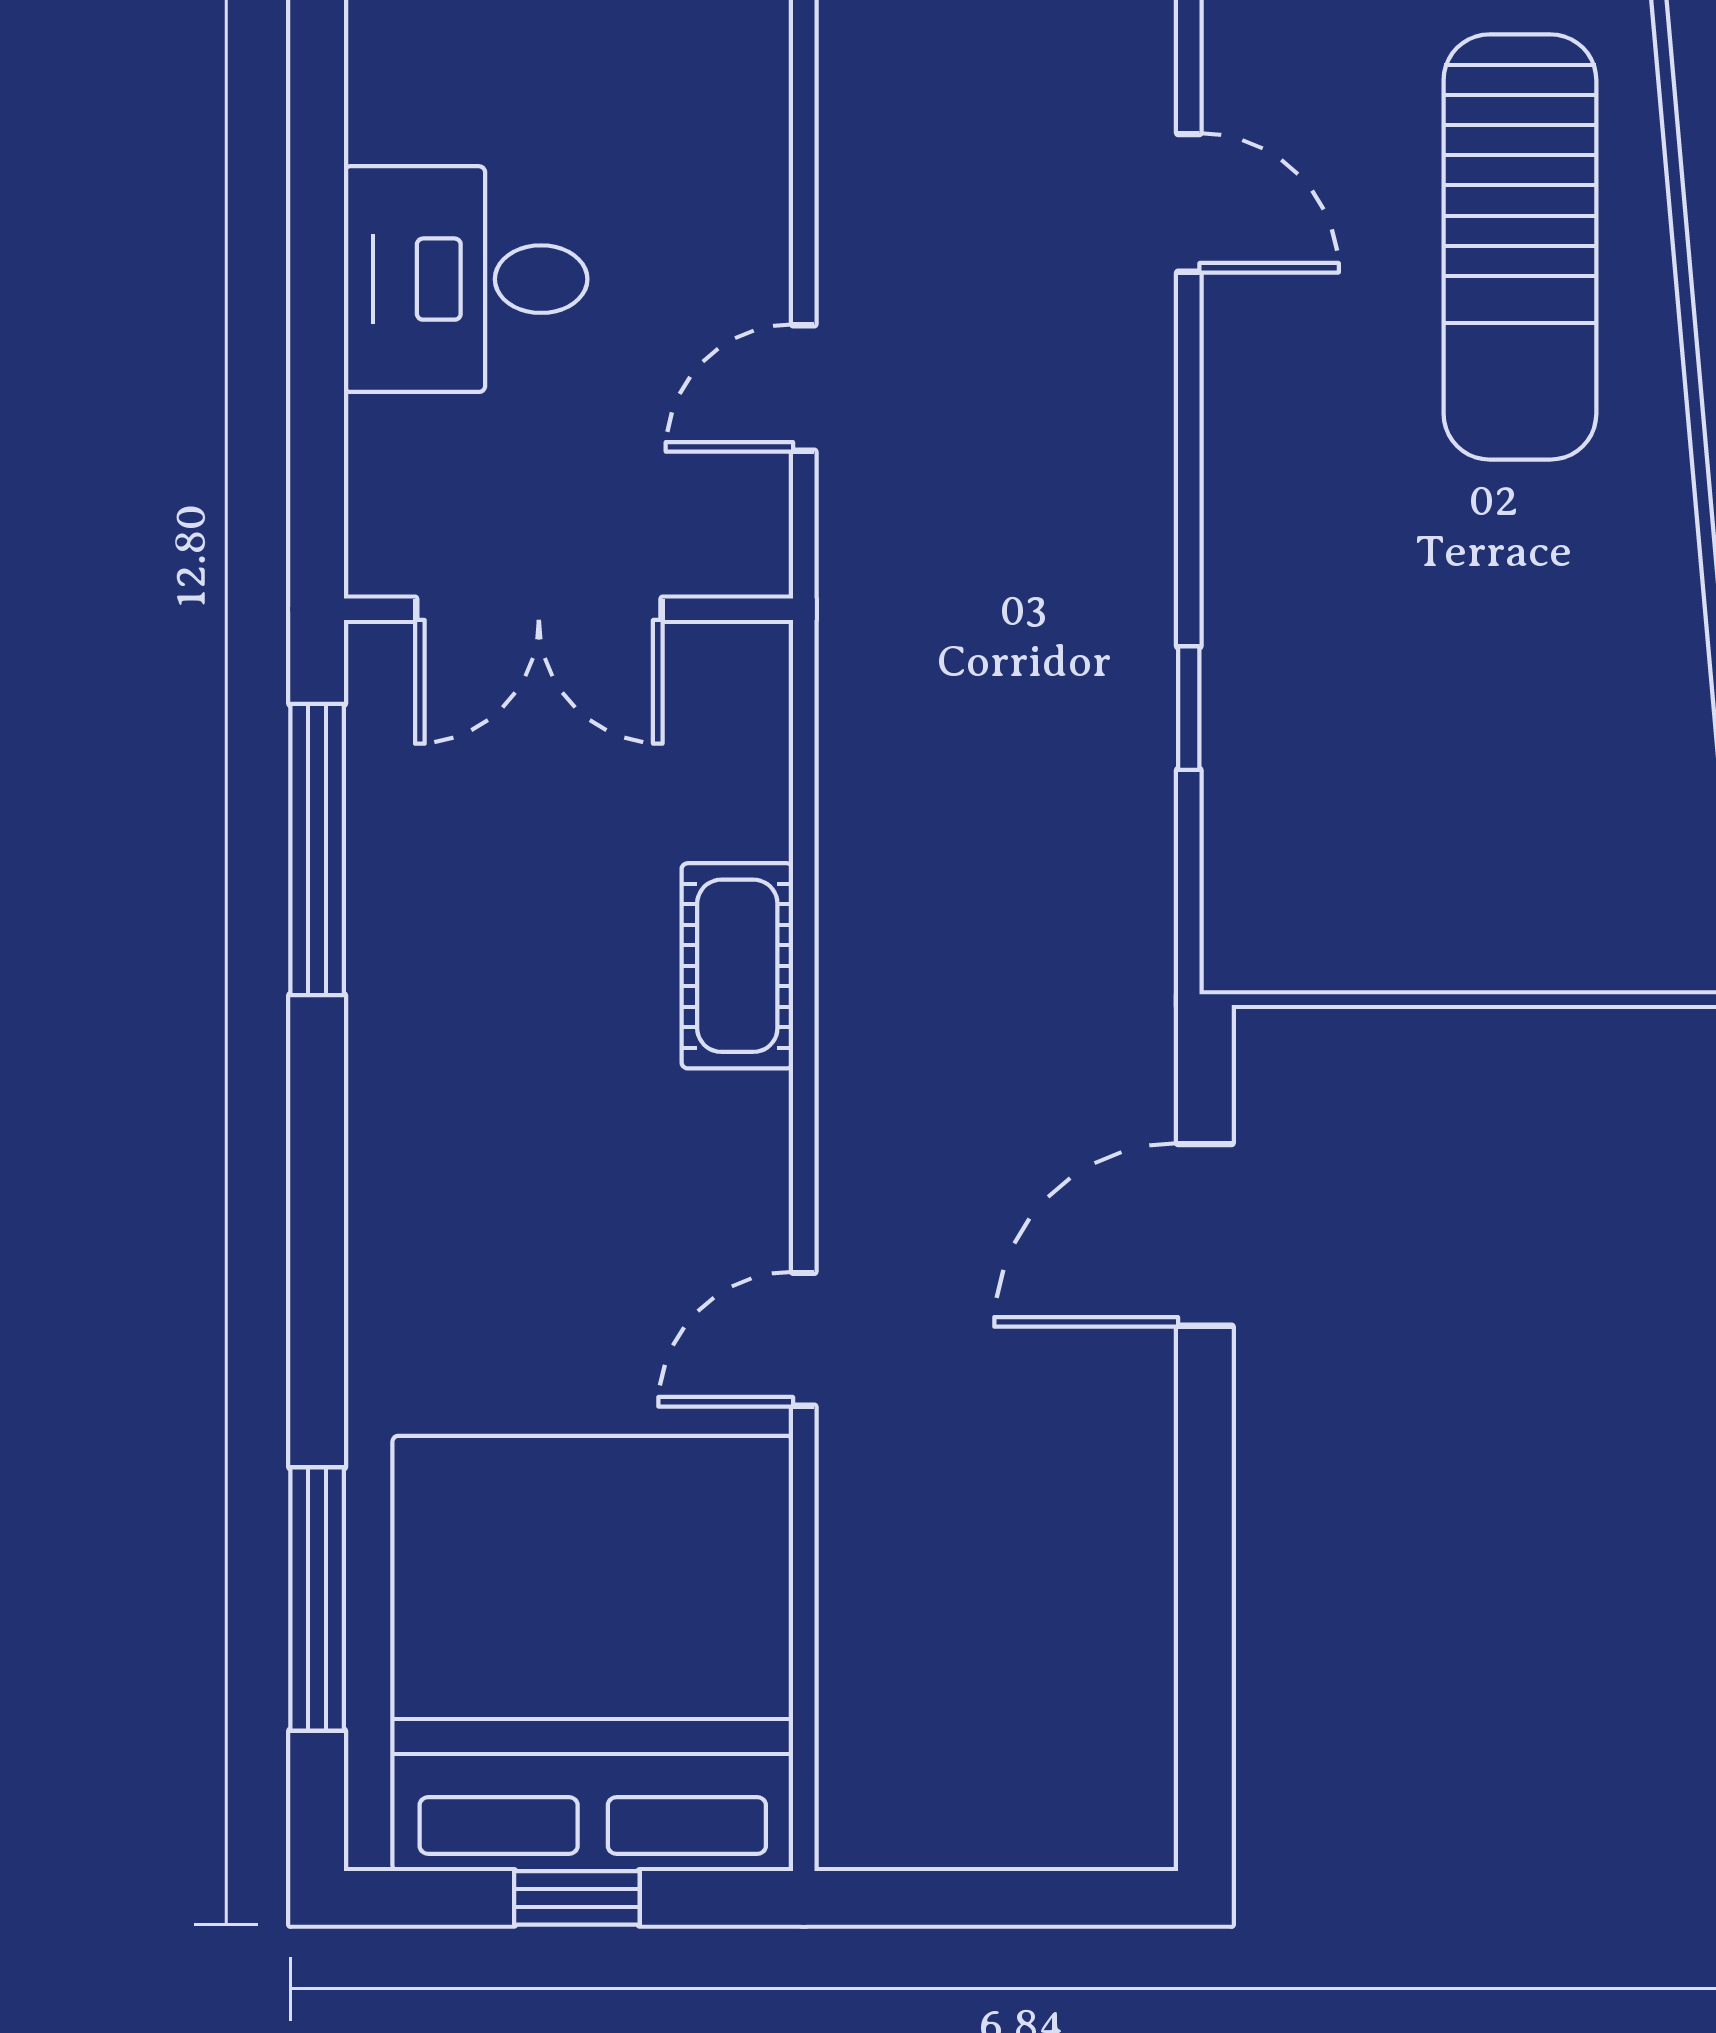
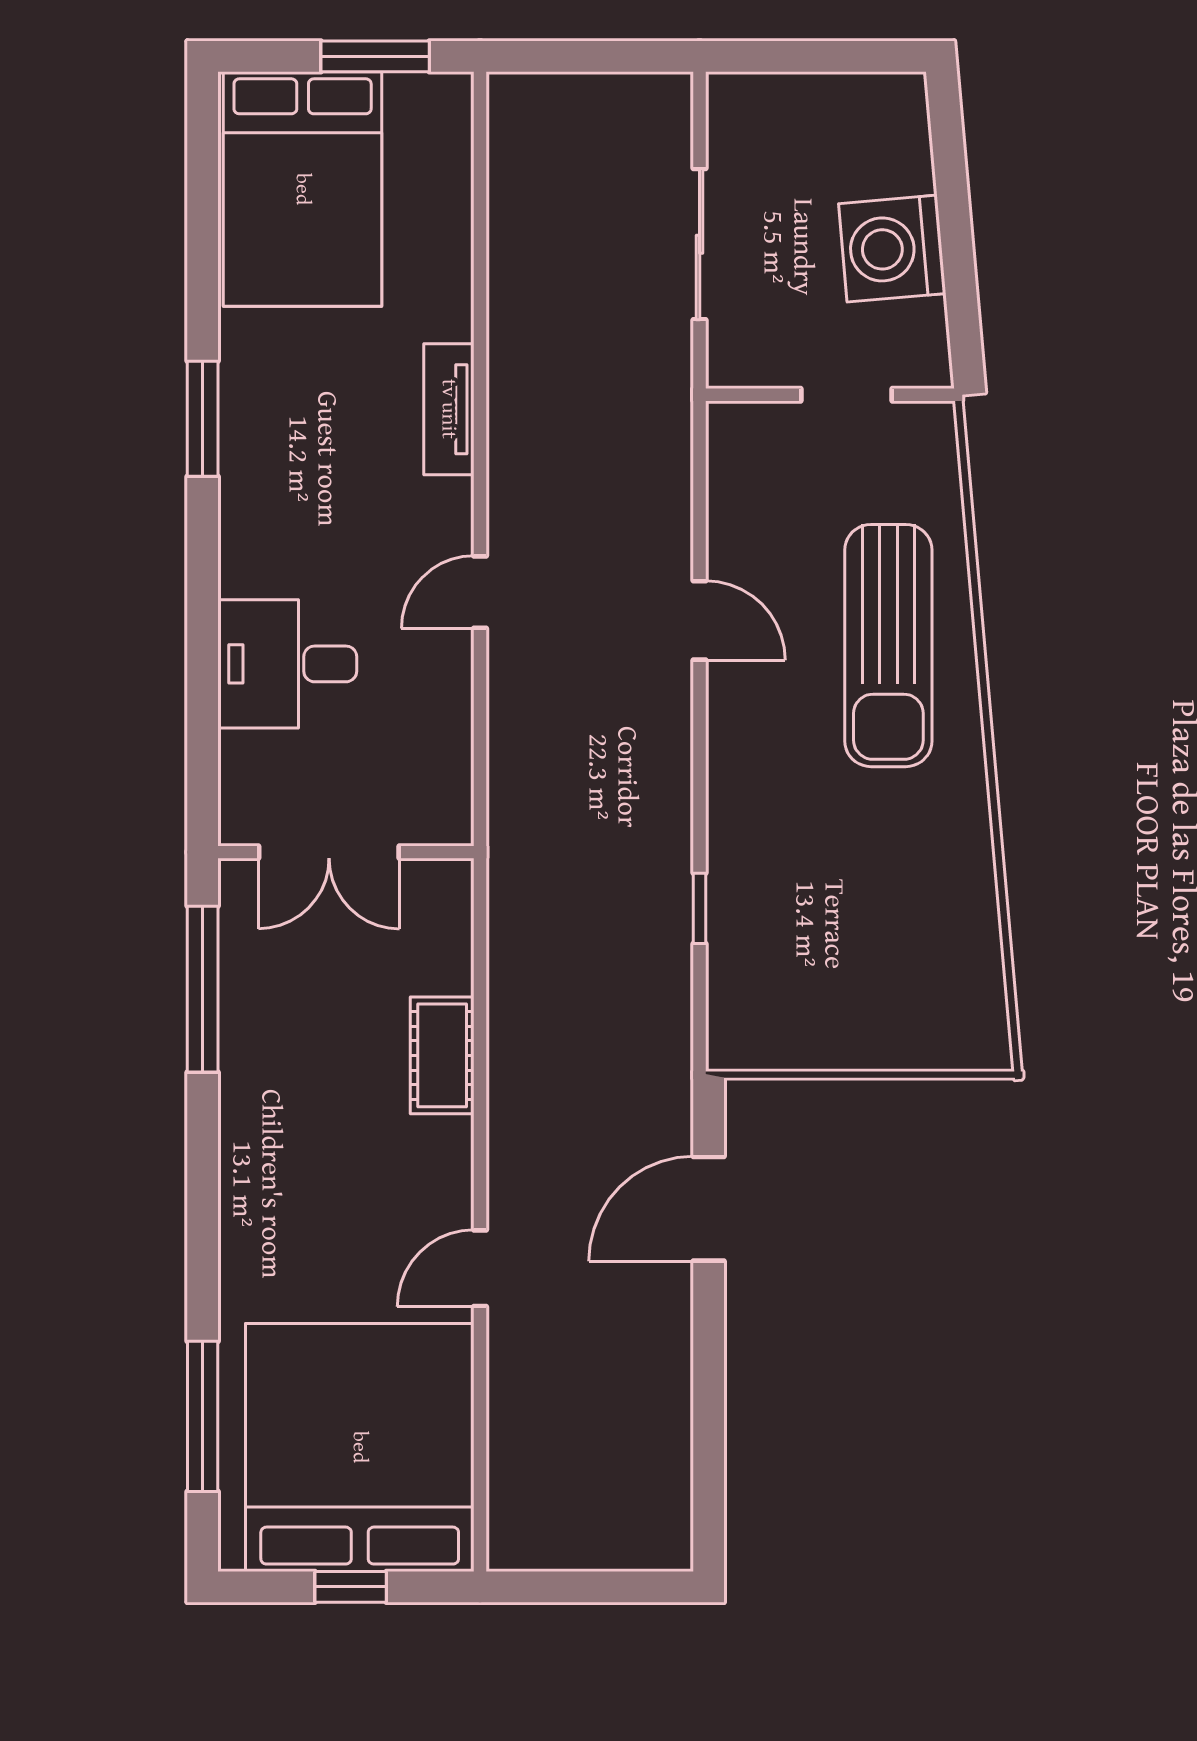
door: (804, 388) -> (480, 592), moved

